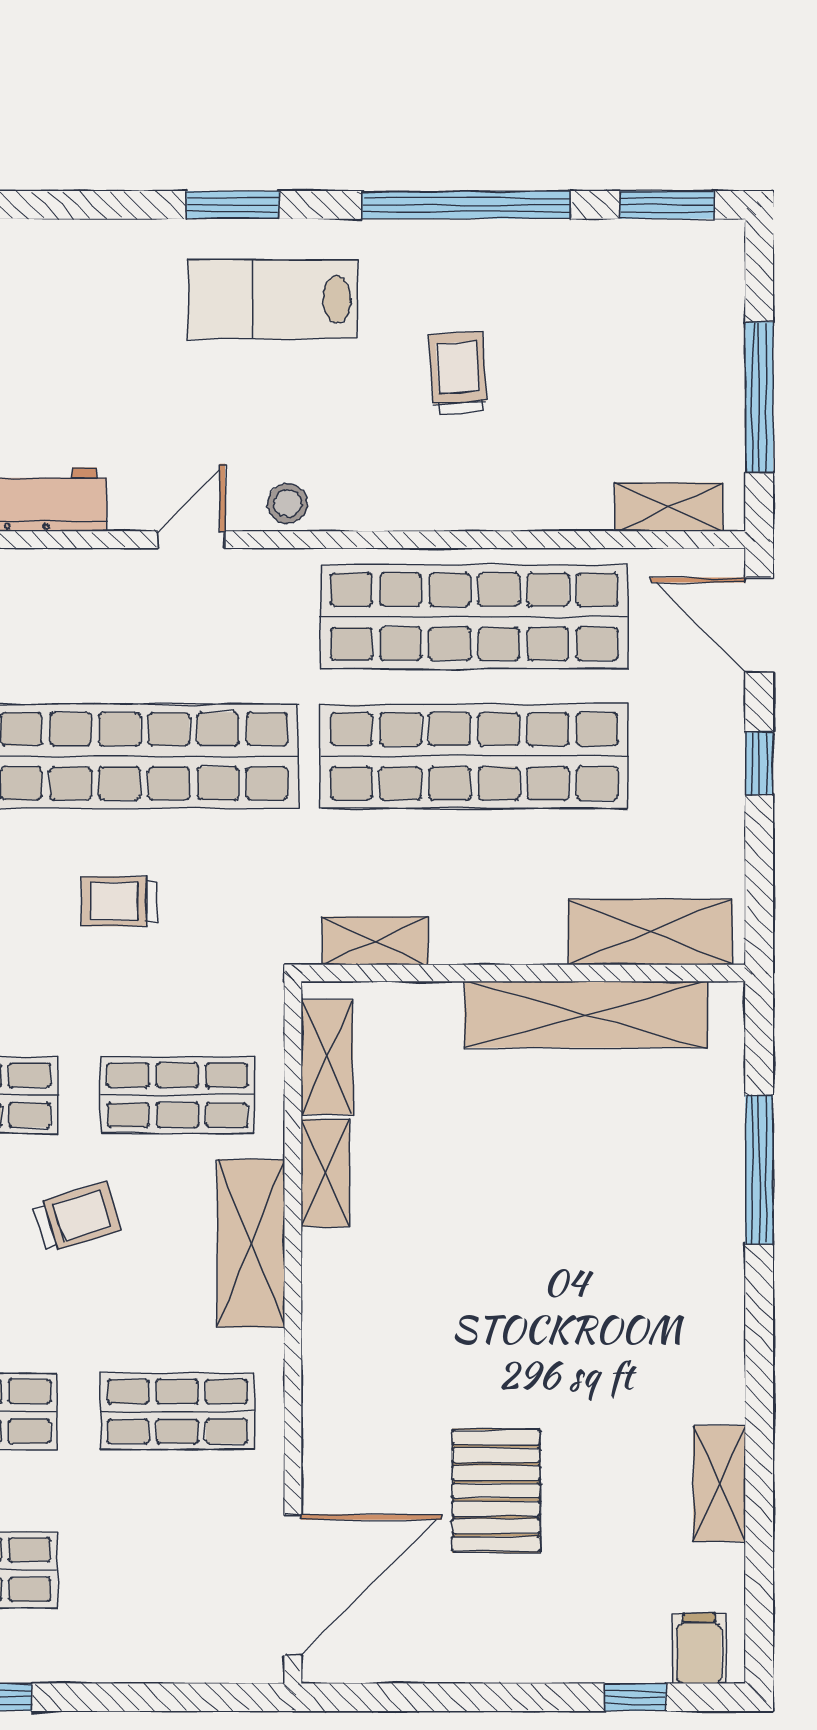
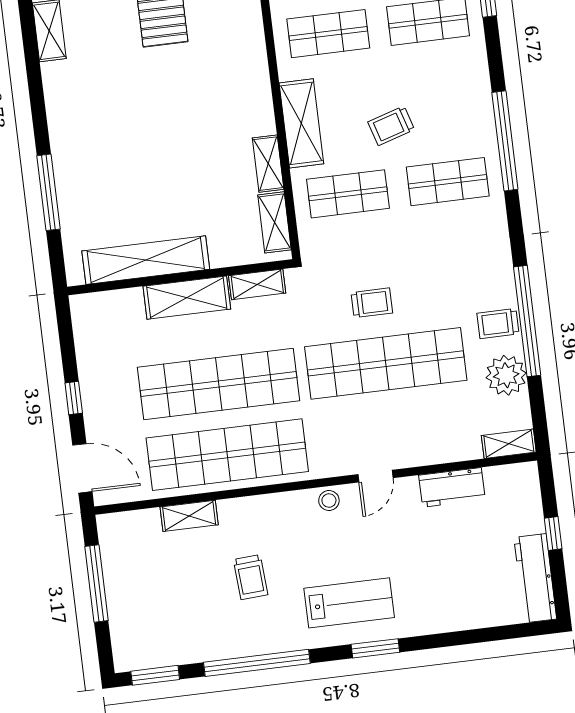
shelving: (669, 507) -> (189, 516), moved
trolley: (119, 901) -> (372, 303), moved
shelving: (650, 932) -> (187, 298), moved

